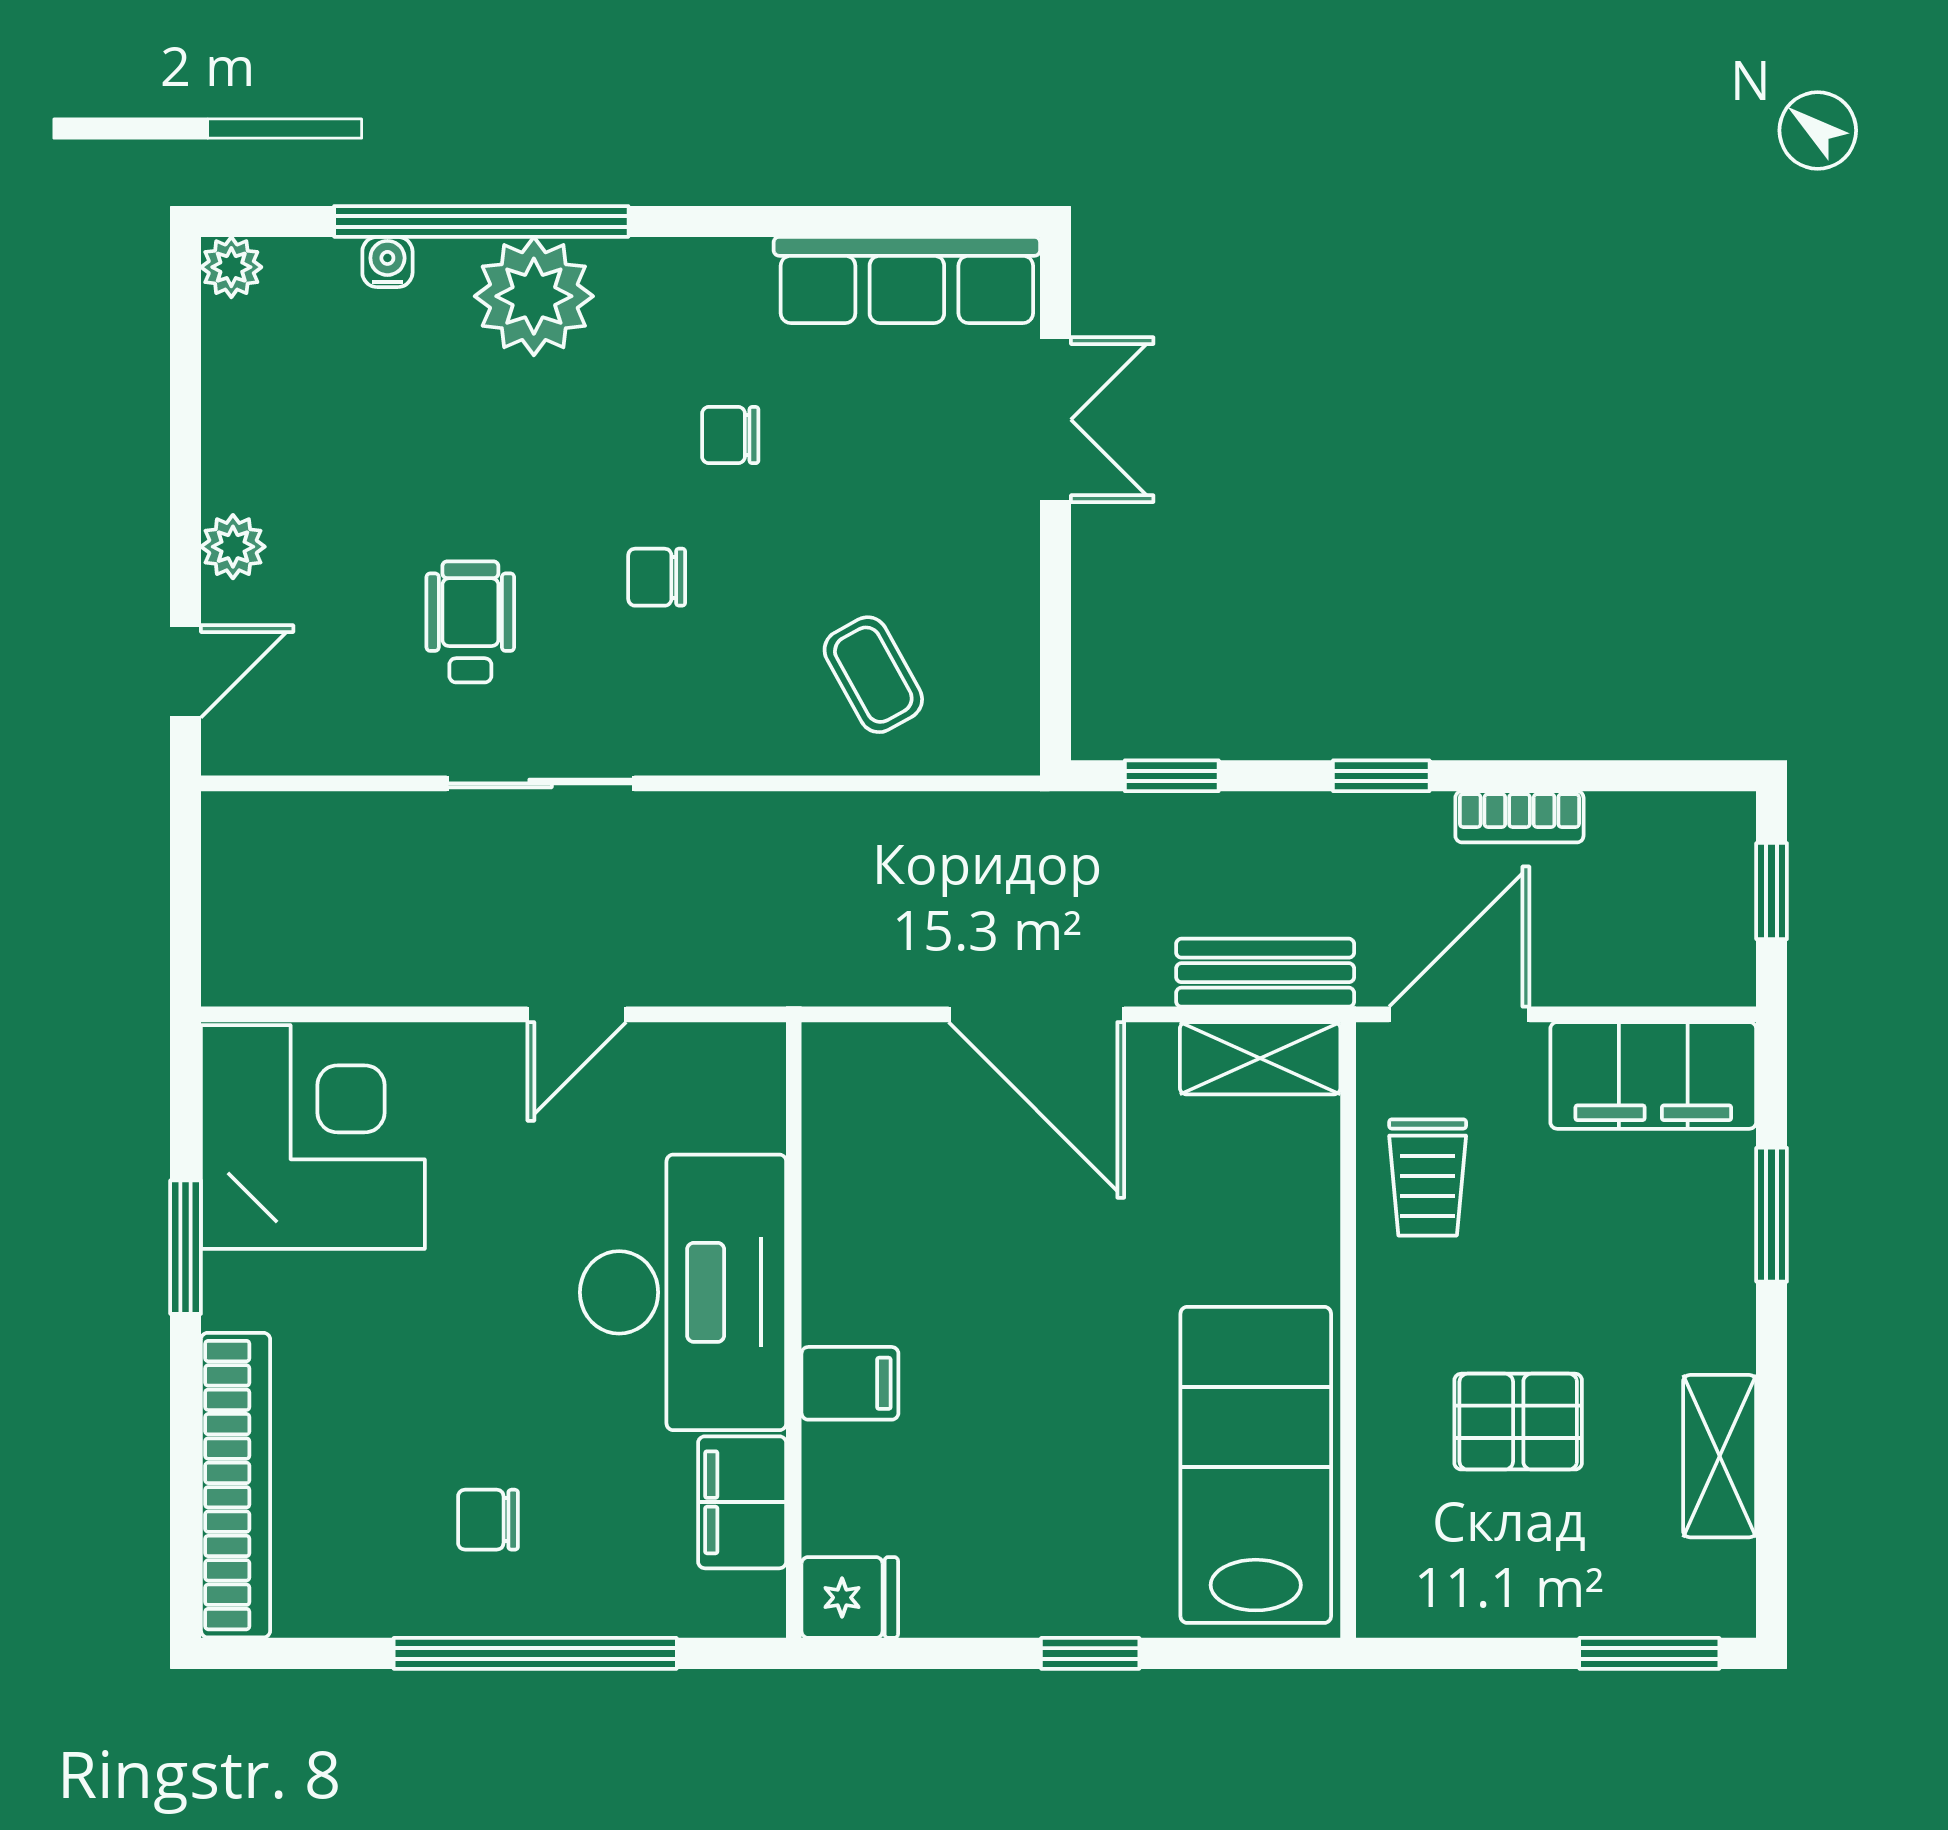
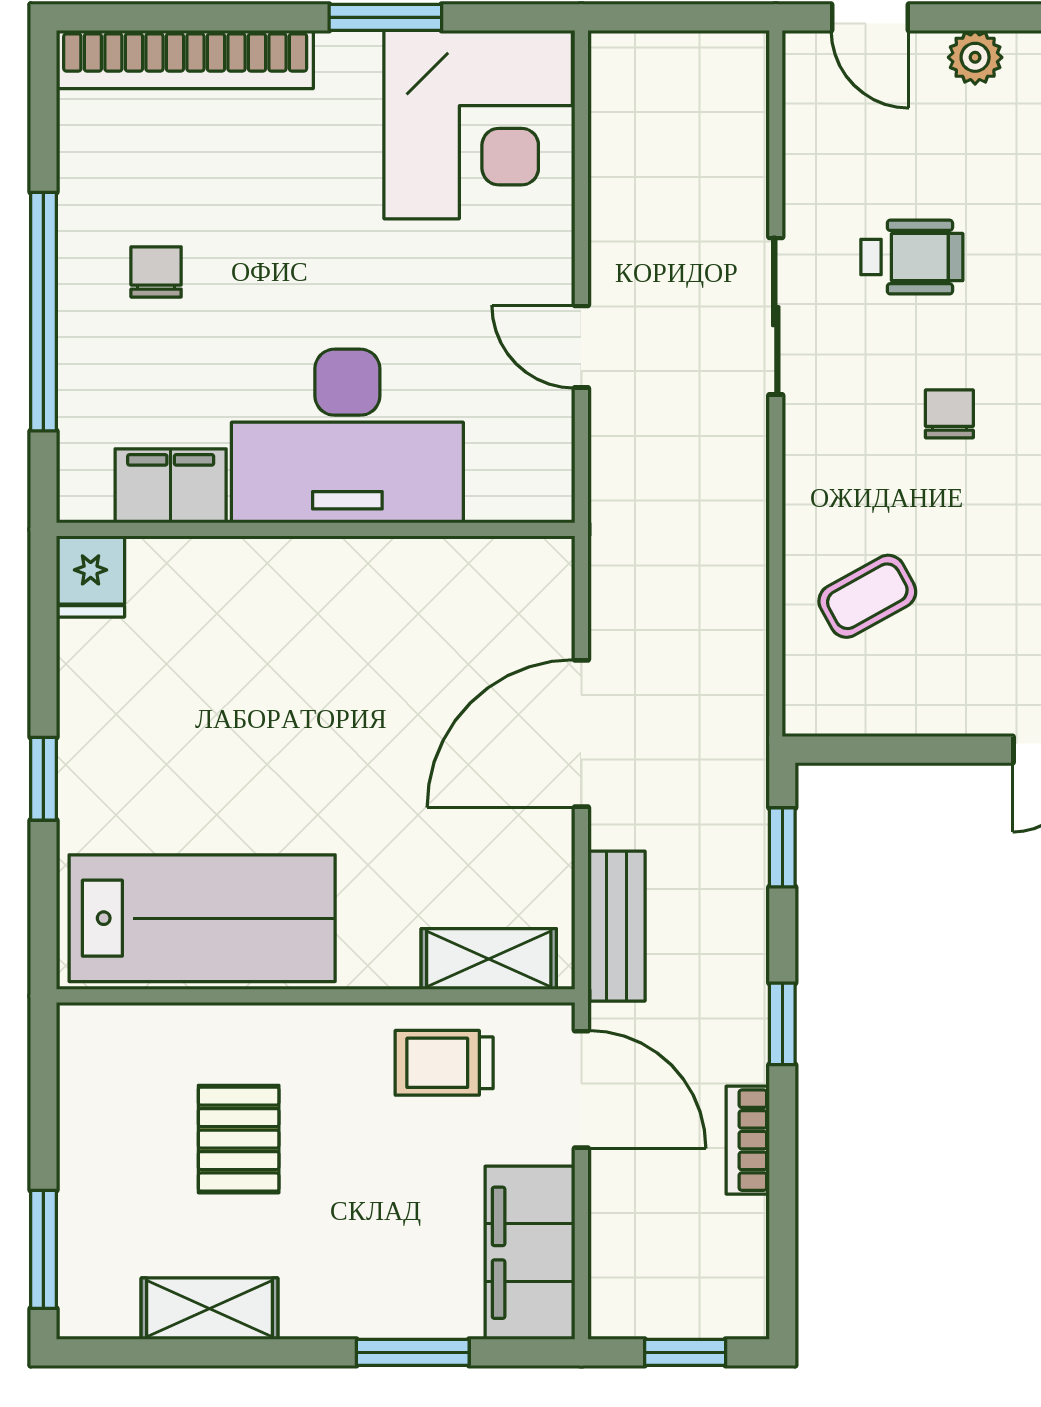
shelving: (1260, 1058) -> (489, 959), moved, turned 90
filing cabinet: (850, 1383) -> (271, 577), removed

